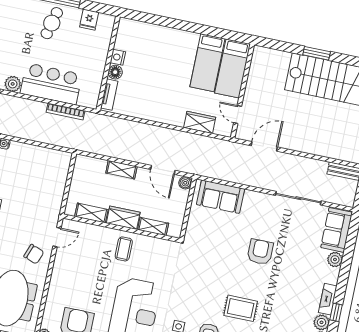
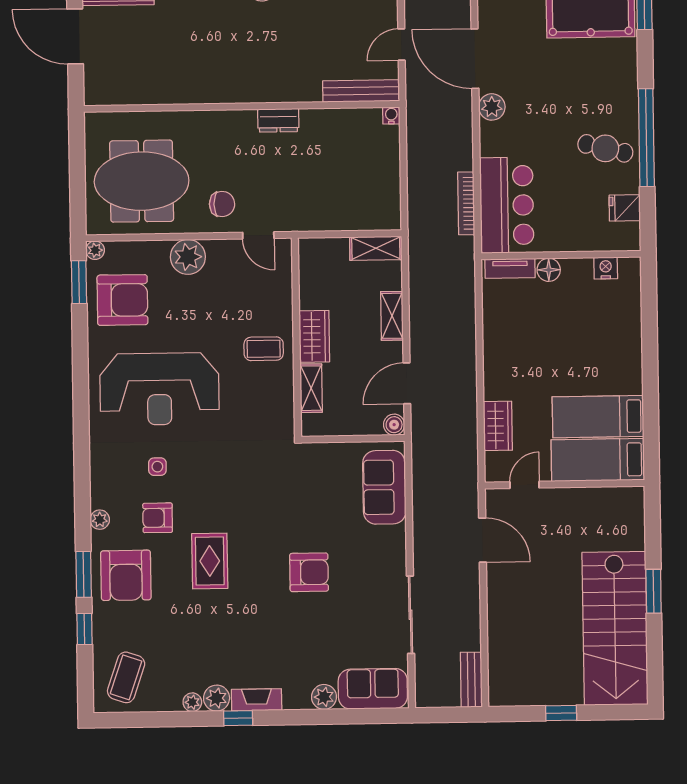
nightstand: (118, 57) -> (606, 268), moved
bar counter: (51, 84) -> (507, 205), moved
shelving: (91, 213) -> (376, 248), moved, turned 90
chair: (34, 254) -> (222, 204), turned -110
plant: (60, 281) -> (188, 257), added

